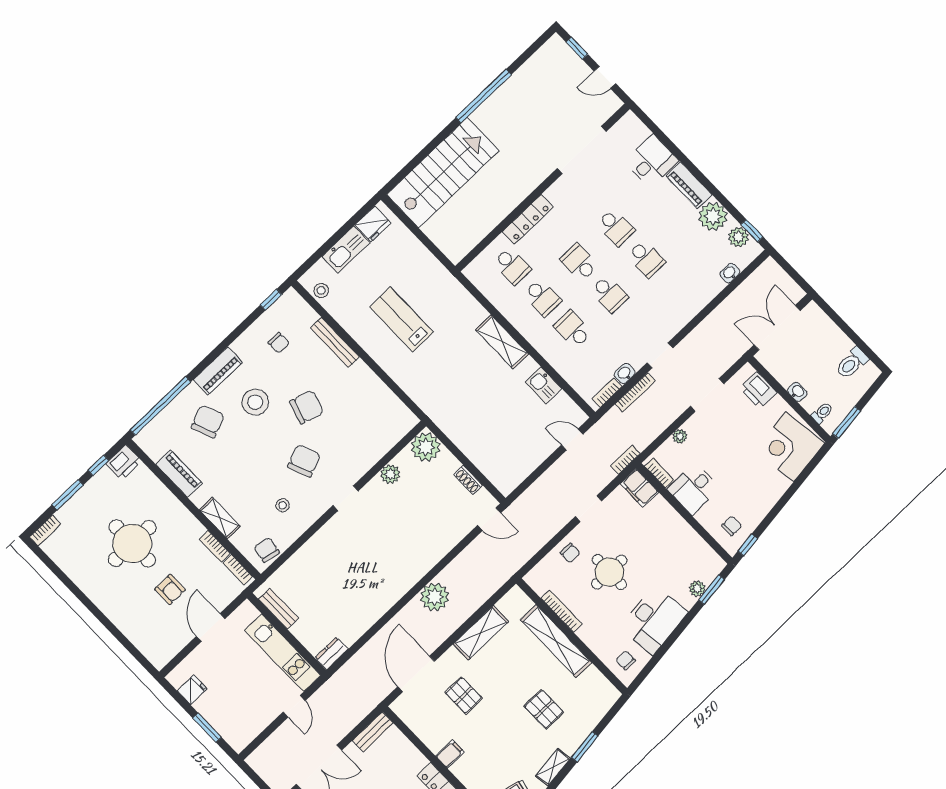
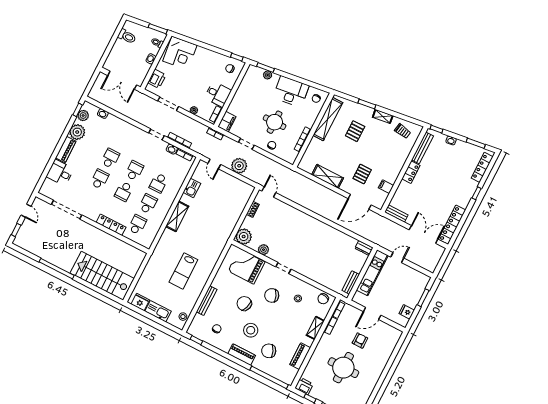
grand piano: (371, 434) -> (246, 267), added
plant: (435, 597) -> (239, 166), moved
shelving: (556, 641) -> (328, 119), moved
filing cabinet: (450, 754) -> (386, 187), moved

